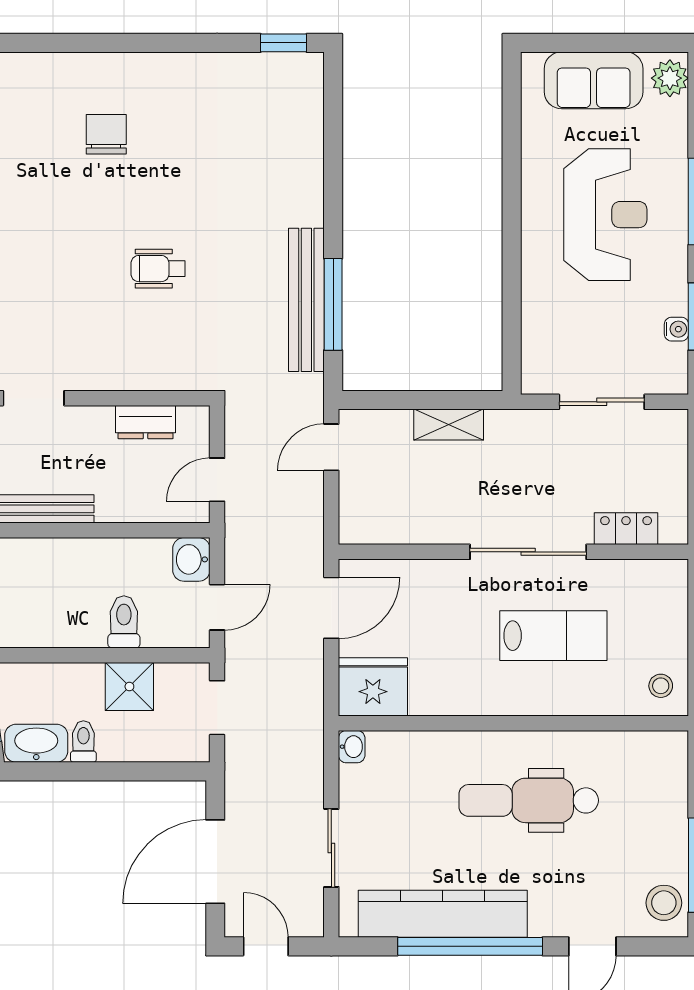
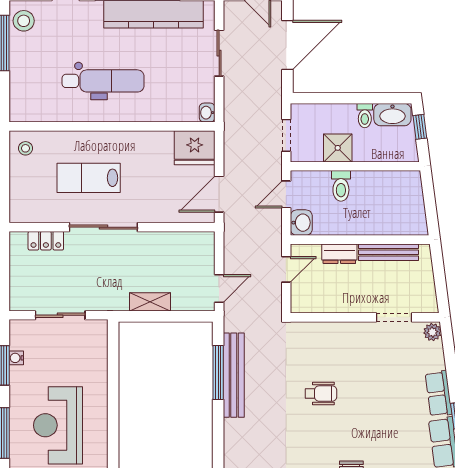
dresser: (146, 422) -> (339, 254), moved, turned 180

